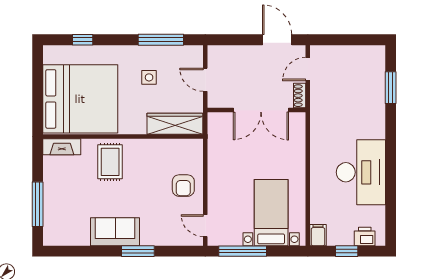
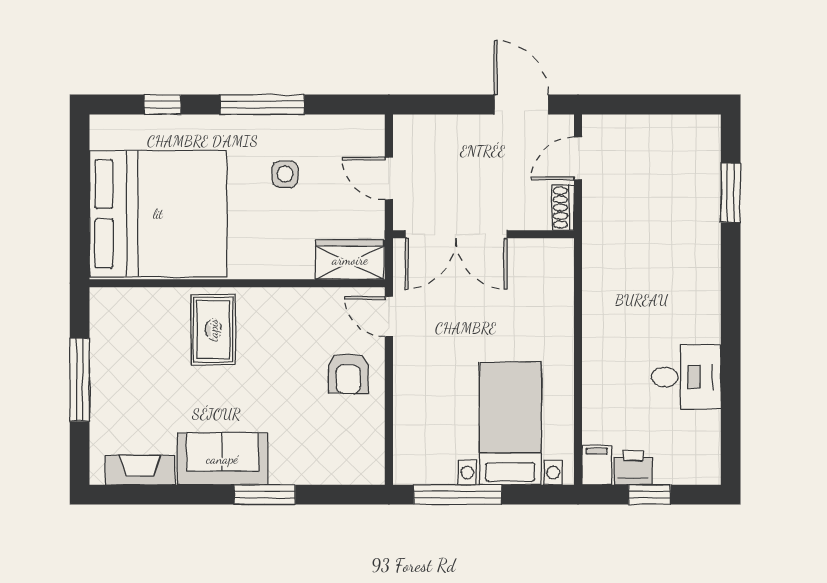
window: (161, 40) -> (262, 104), moved
double door: (261, 110) -> (456, 234), moved
wardrobe: (175, 124) -> (350, 260), width x0.67
fireplace: (62, 147) -> (140, 470), moved, turned 180
desk: (361, 172) -> (686, 377), width x0.53, depth x0.77
window: (38, 204) -> (80, 380), moved
door: (205, 226) -> (389, 317), moved
printer: (365, 237) -> (633, 468), moved

